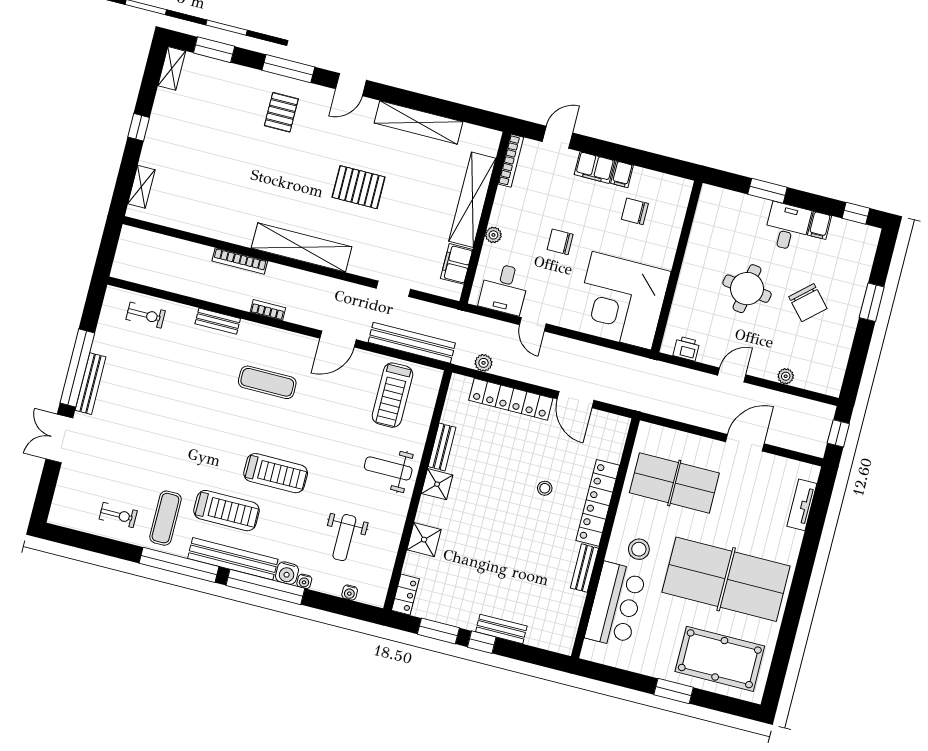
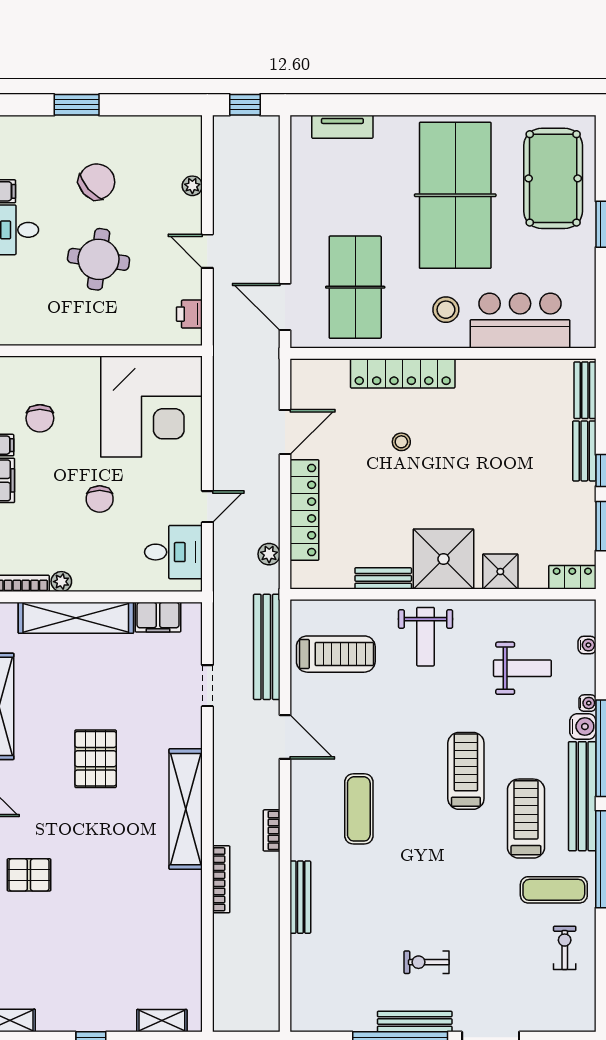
plant: (493, 235) -> (61, 582), moved
exercise bike: (146, 315) -> (427, 962), moved, turned -90
bench: (218, 321) -> (300, 897), width x1.36
door: (745, 443) -> (285, 307), moved
shower: (437, 484) -> (443, 559), width x1.86, depth x1.86
bench: (584, 568) -> (585, 390), moved, turned 90

